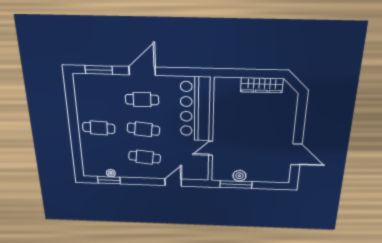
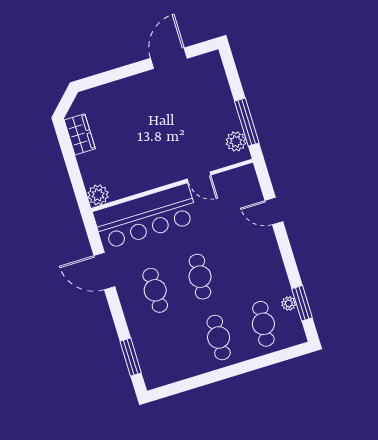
door: (142, 71) -> (104, 271), moved
plant: (221, 84) -> (98, 195), added
wardrobe: (262, 85) -> (80, 134), width x0.67
cafe table: (145, 157) -> (263, 324), moved
plant: (239, 176) -> (236, 141), moved

